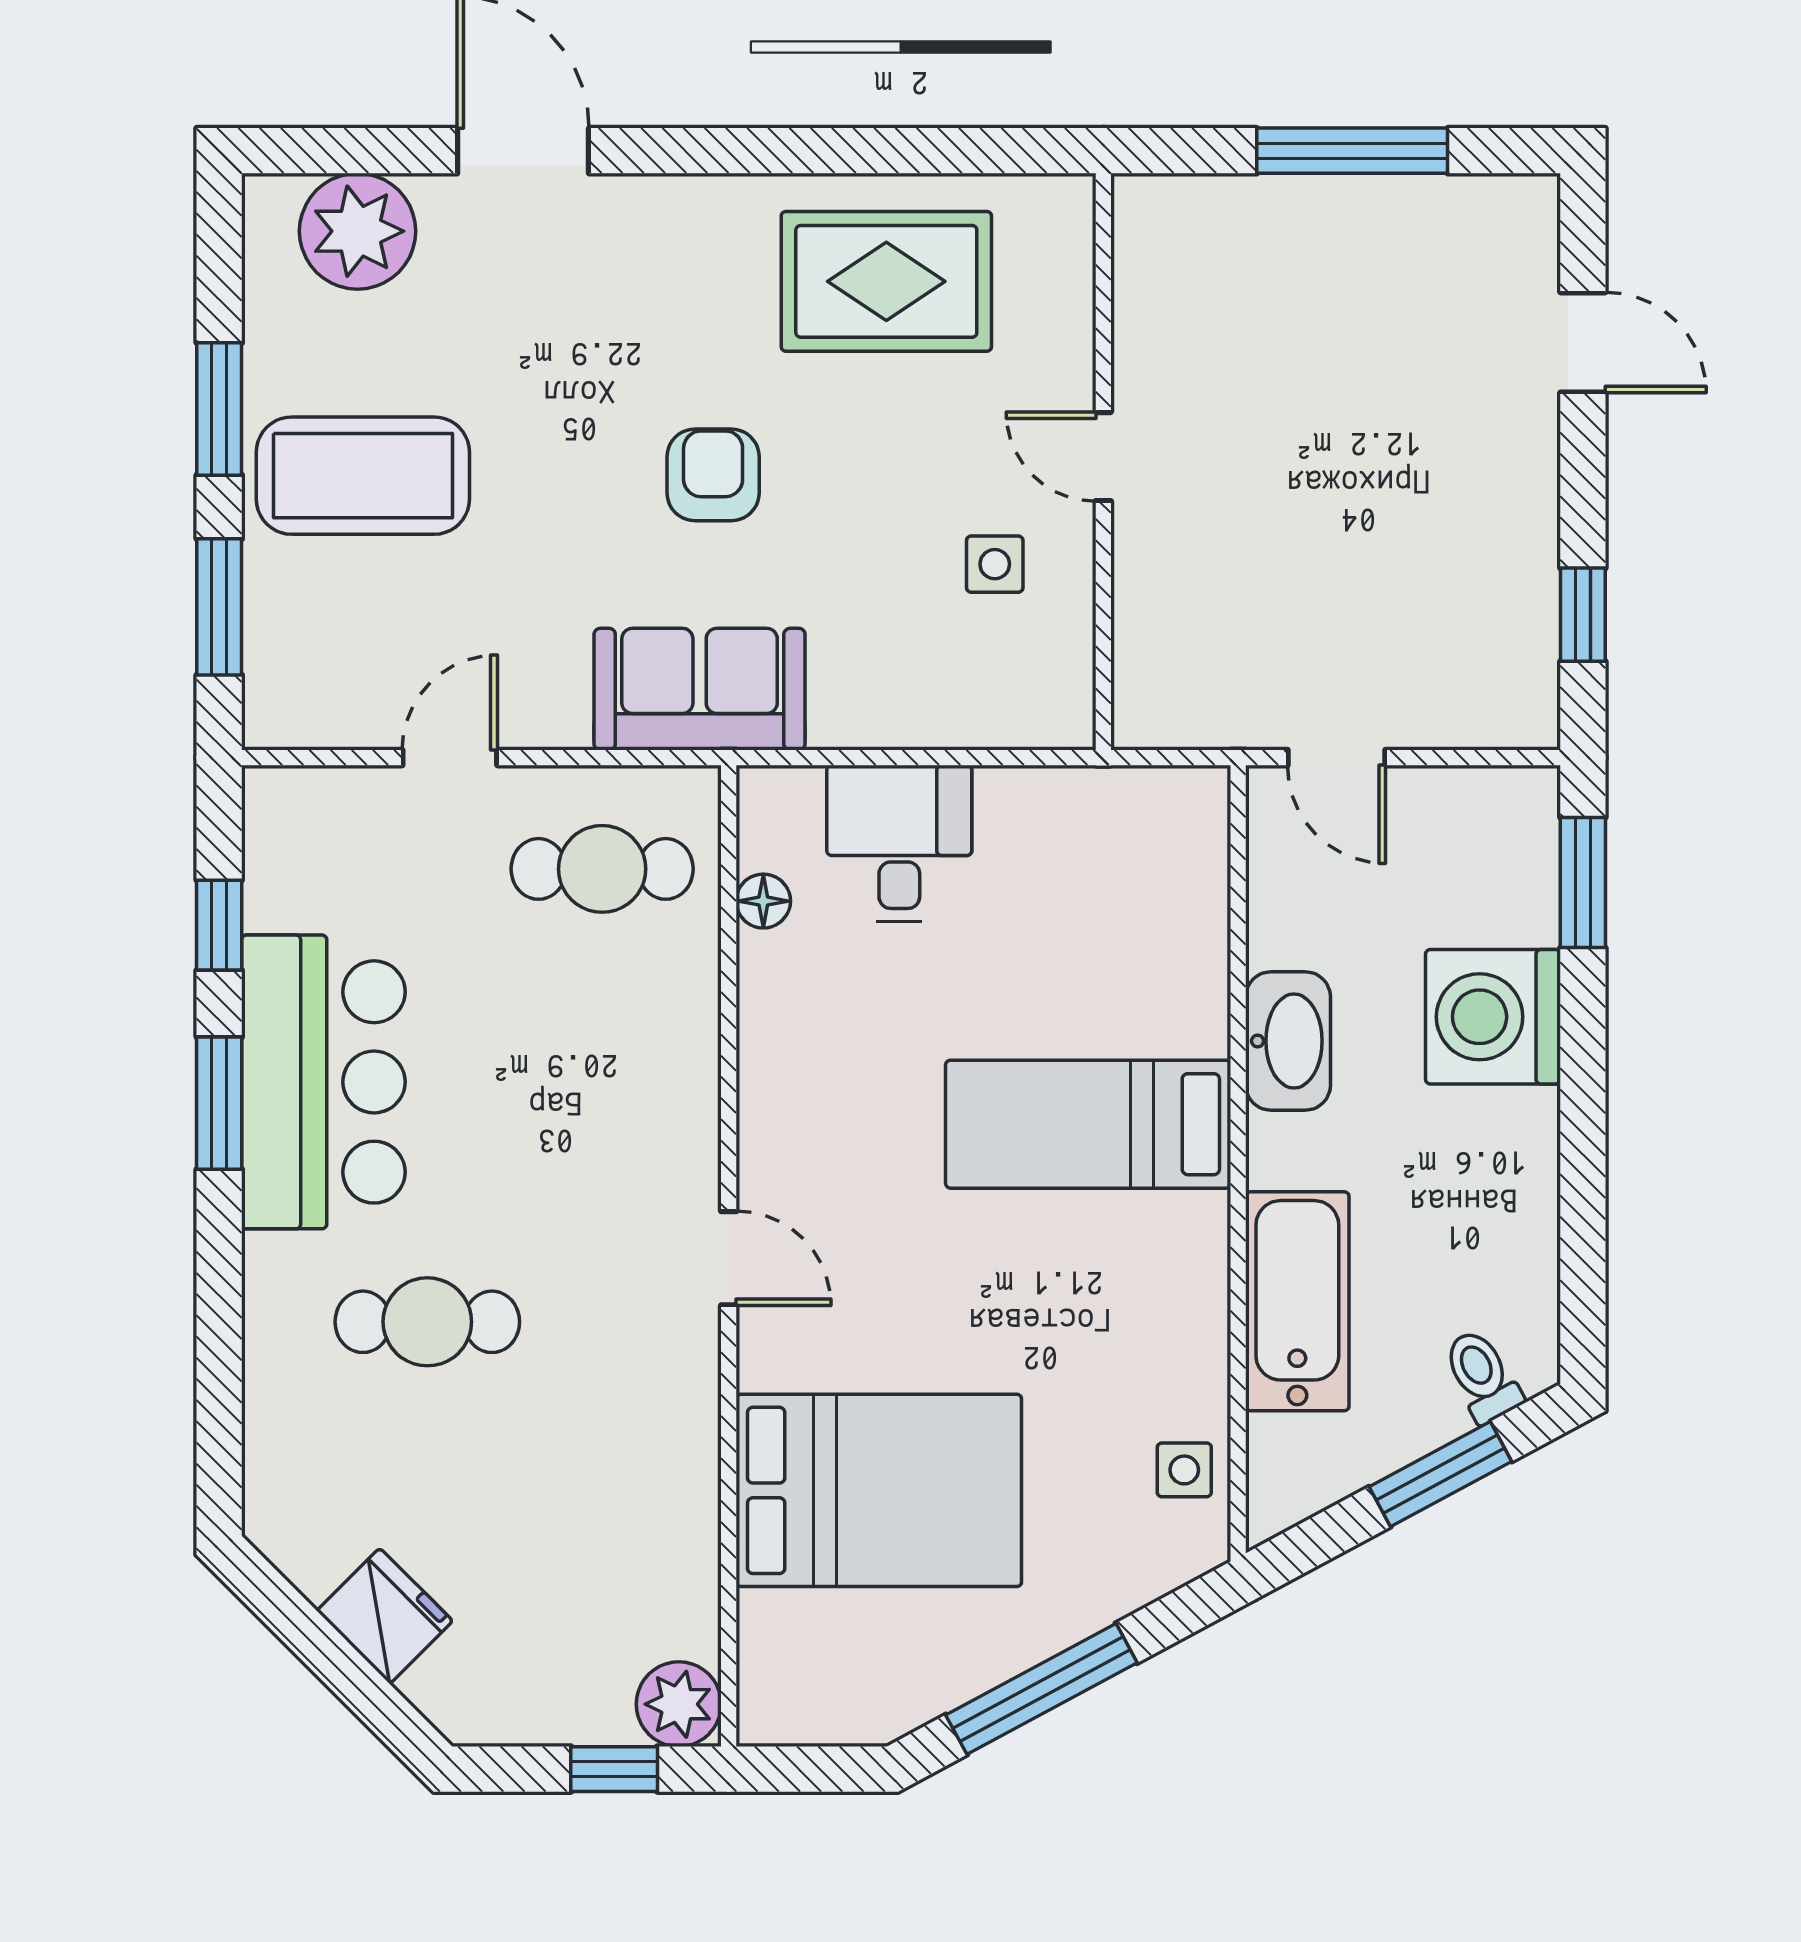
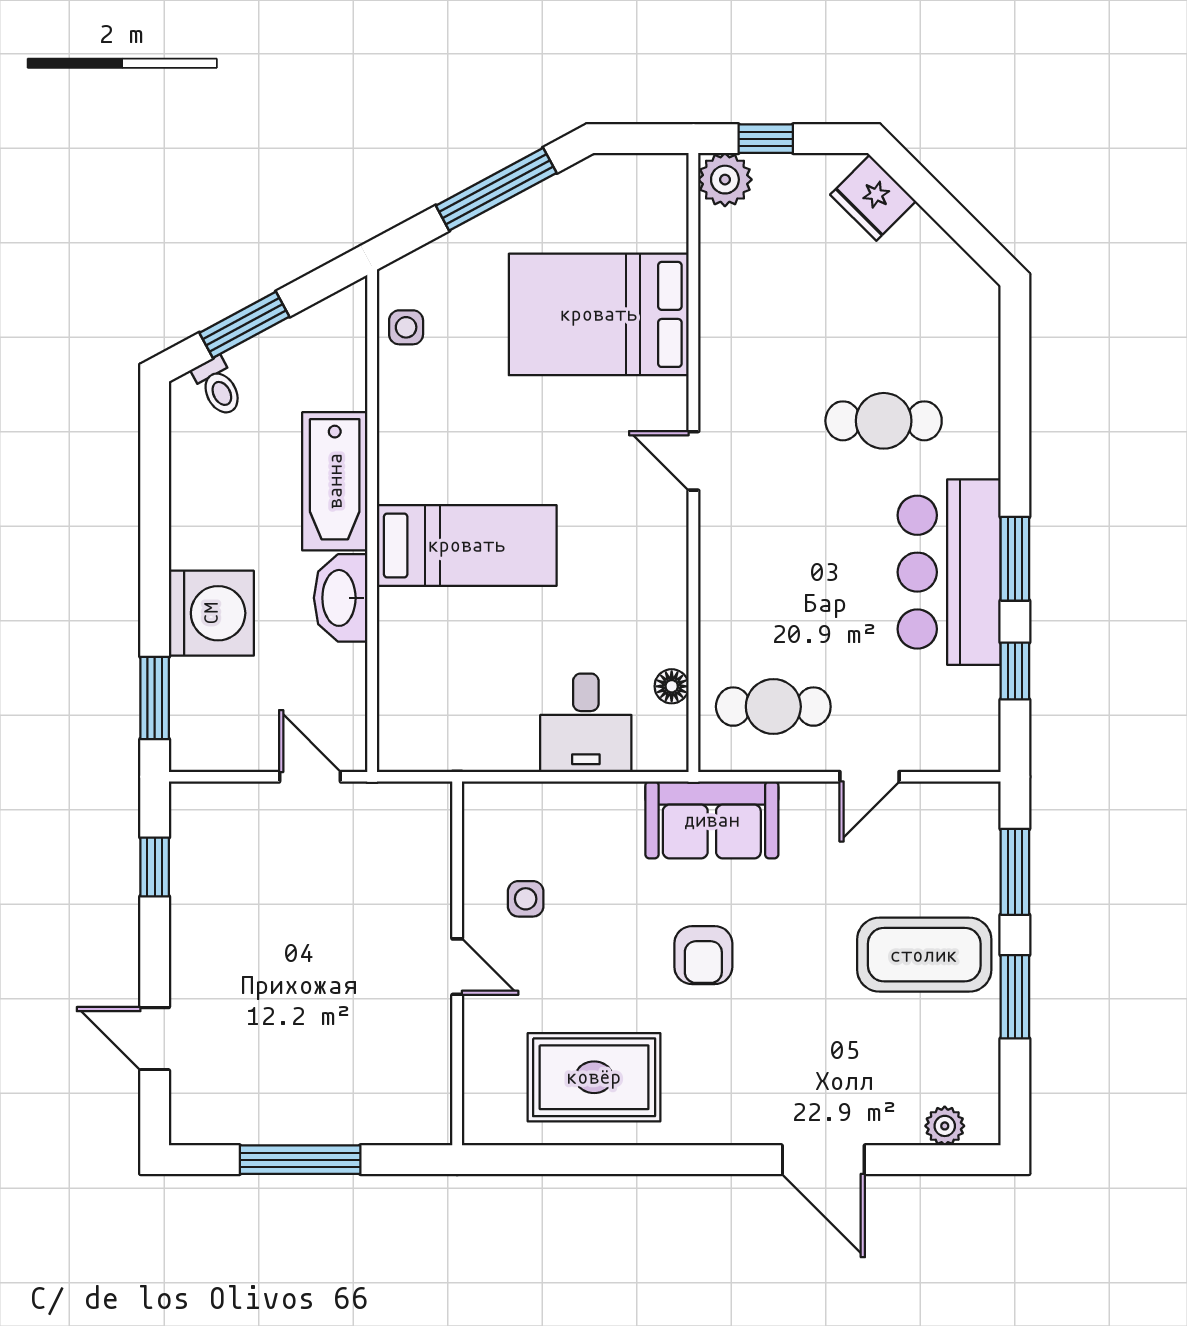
plant: (358, 231) -> (945, 1126), width x0.53, depth x0.53
bathtub: (1297, 1301) -> (335, 481), moved
fridge: (385, 1616) -> (873, 198), moved

